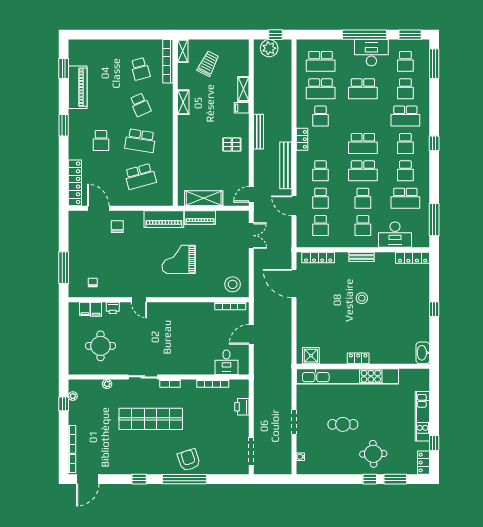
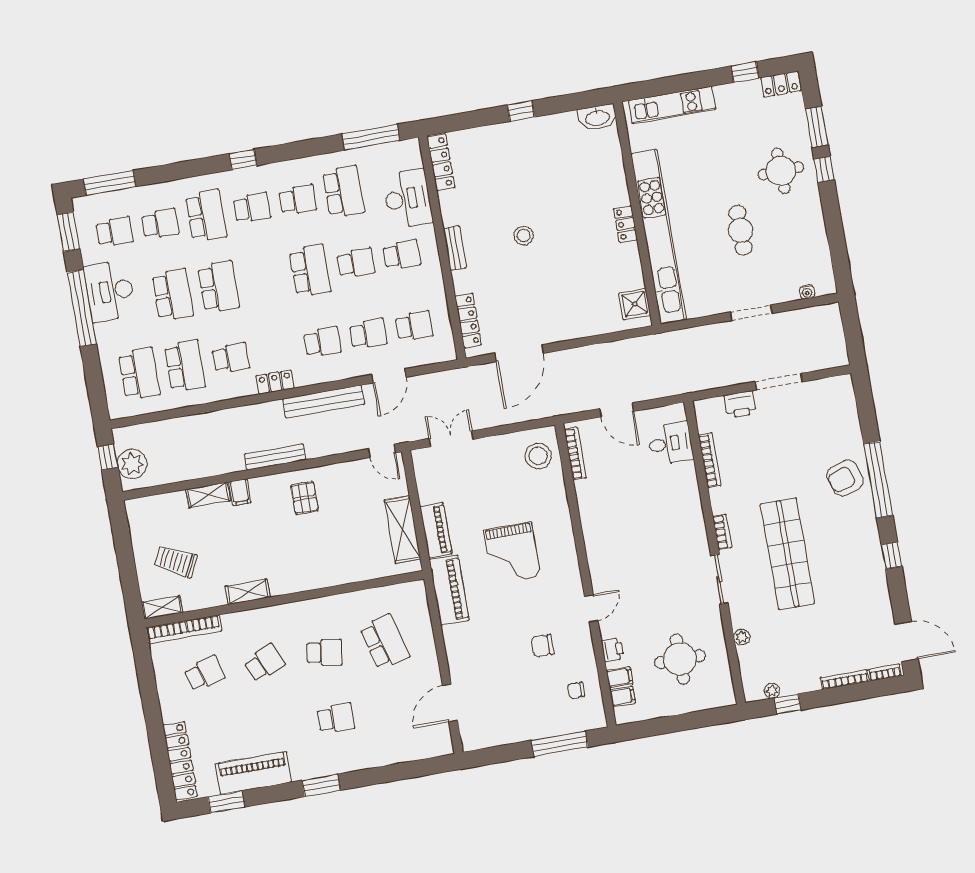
school desk: (140, 141) -> (324, 652), width x0.54
school desk: (363, 143) -> (218, 287), moved
locker: (75, 183) -> (180, 761), moved, turned 90
chair: (117, 227) -> (543, 646), moved
kitchen unit: (422, 416) -> (672, 105), moved
doorway: (251, 451) -> (779, 382), moved

